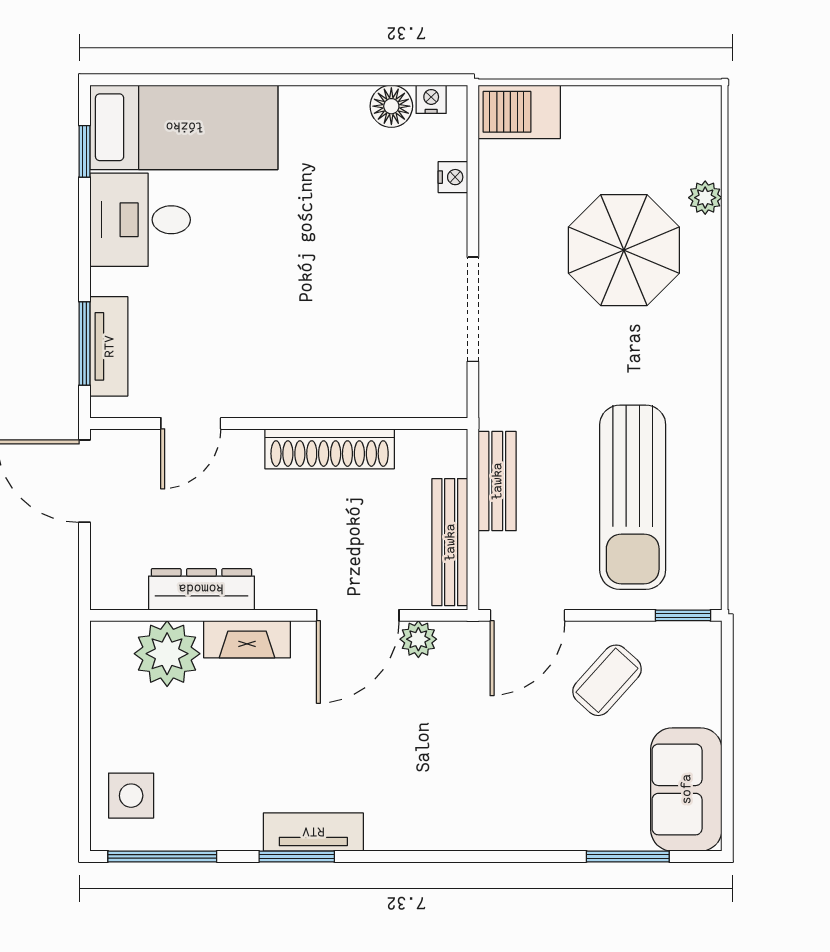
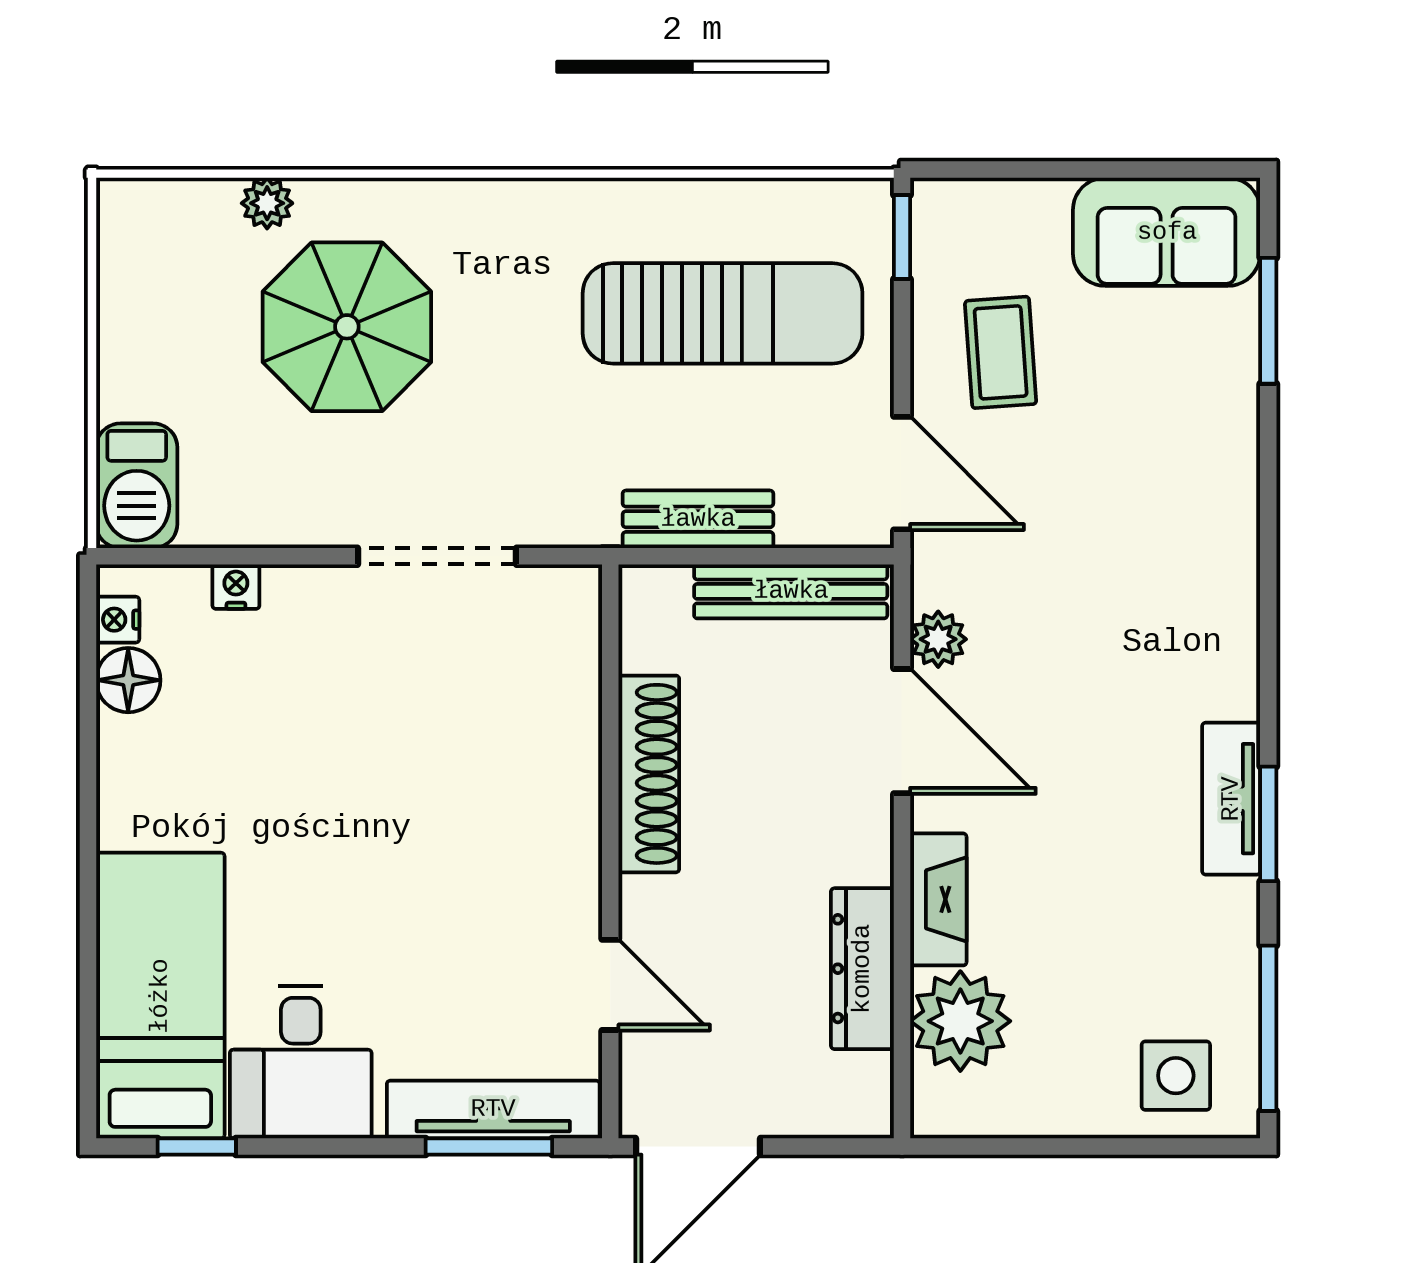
tv unit: (109, 346) -> (493, 1109), width x1.41
coffee table: (607, 680) -> (1001, 352), turned 44

